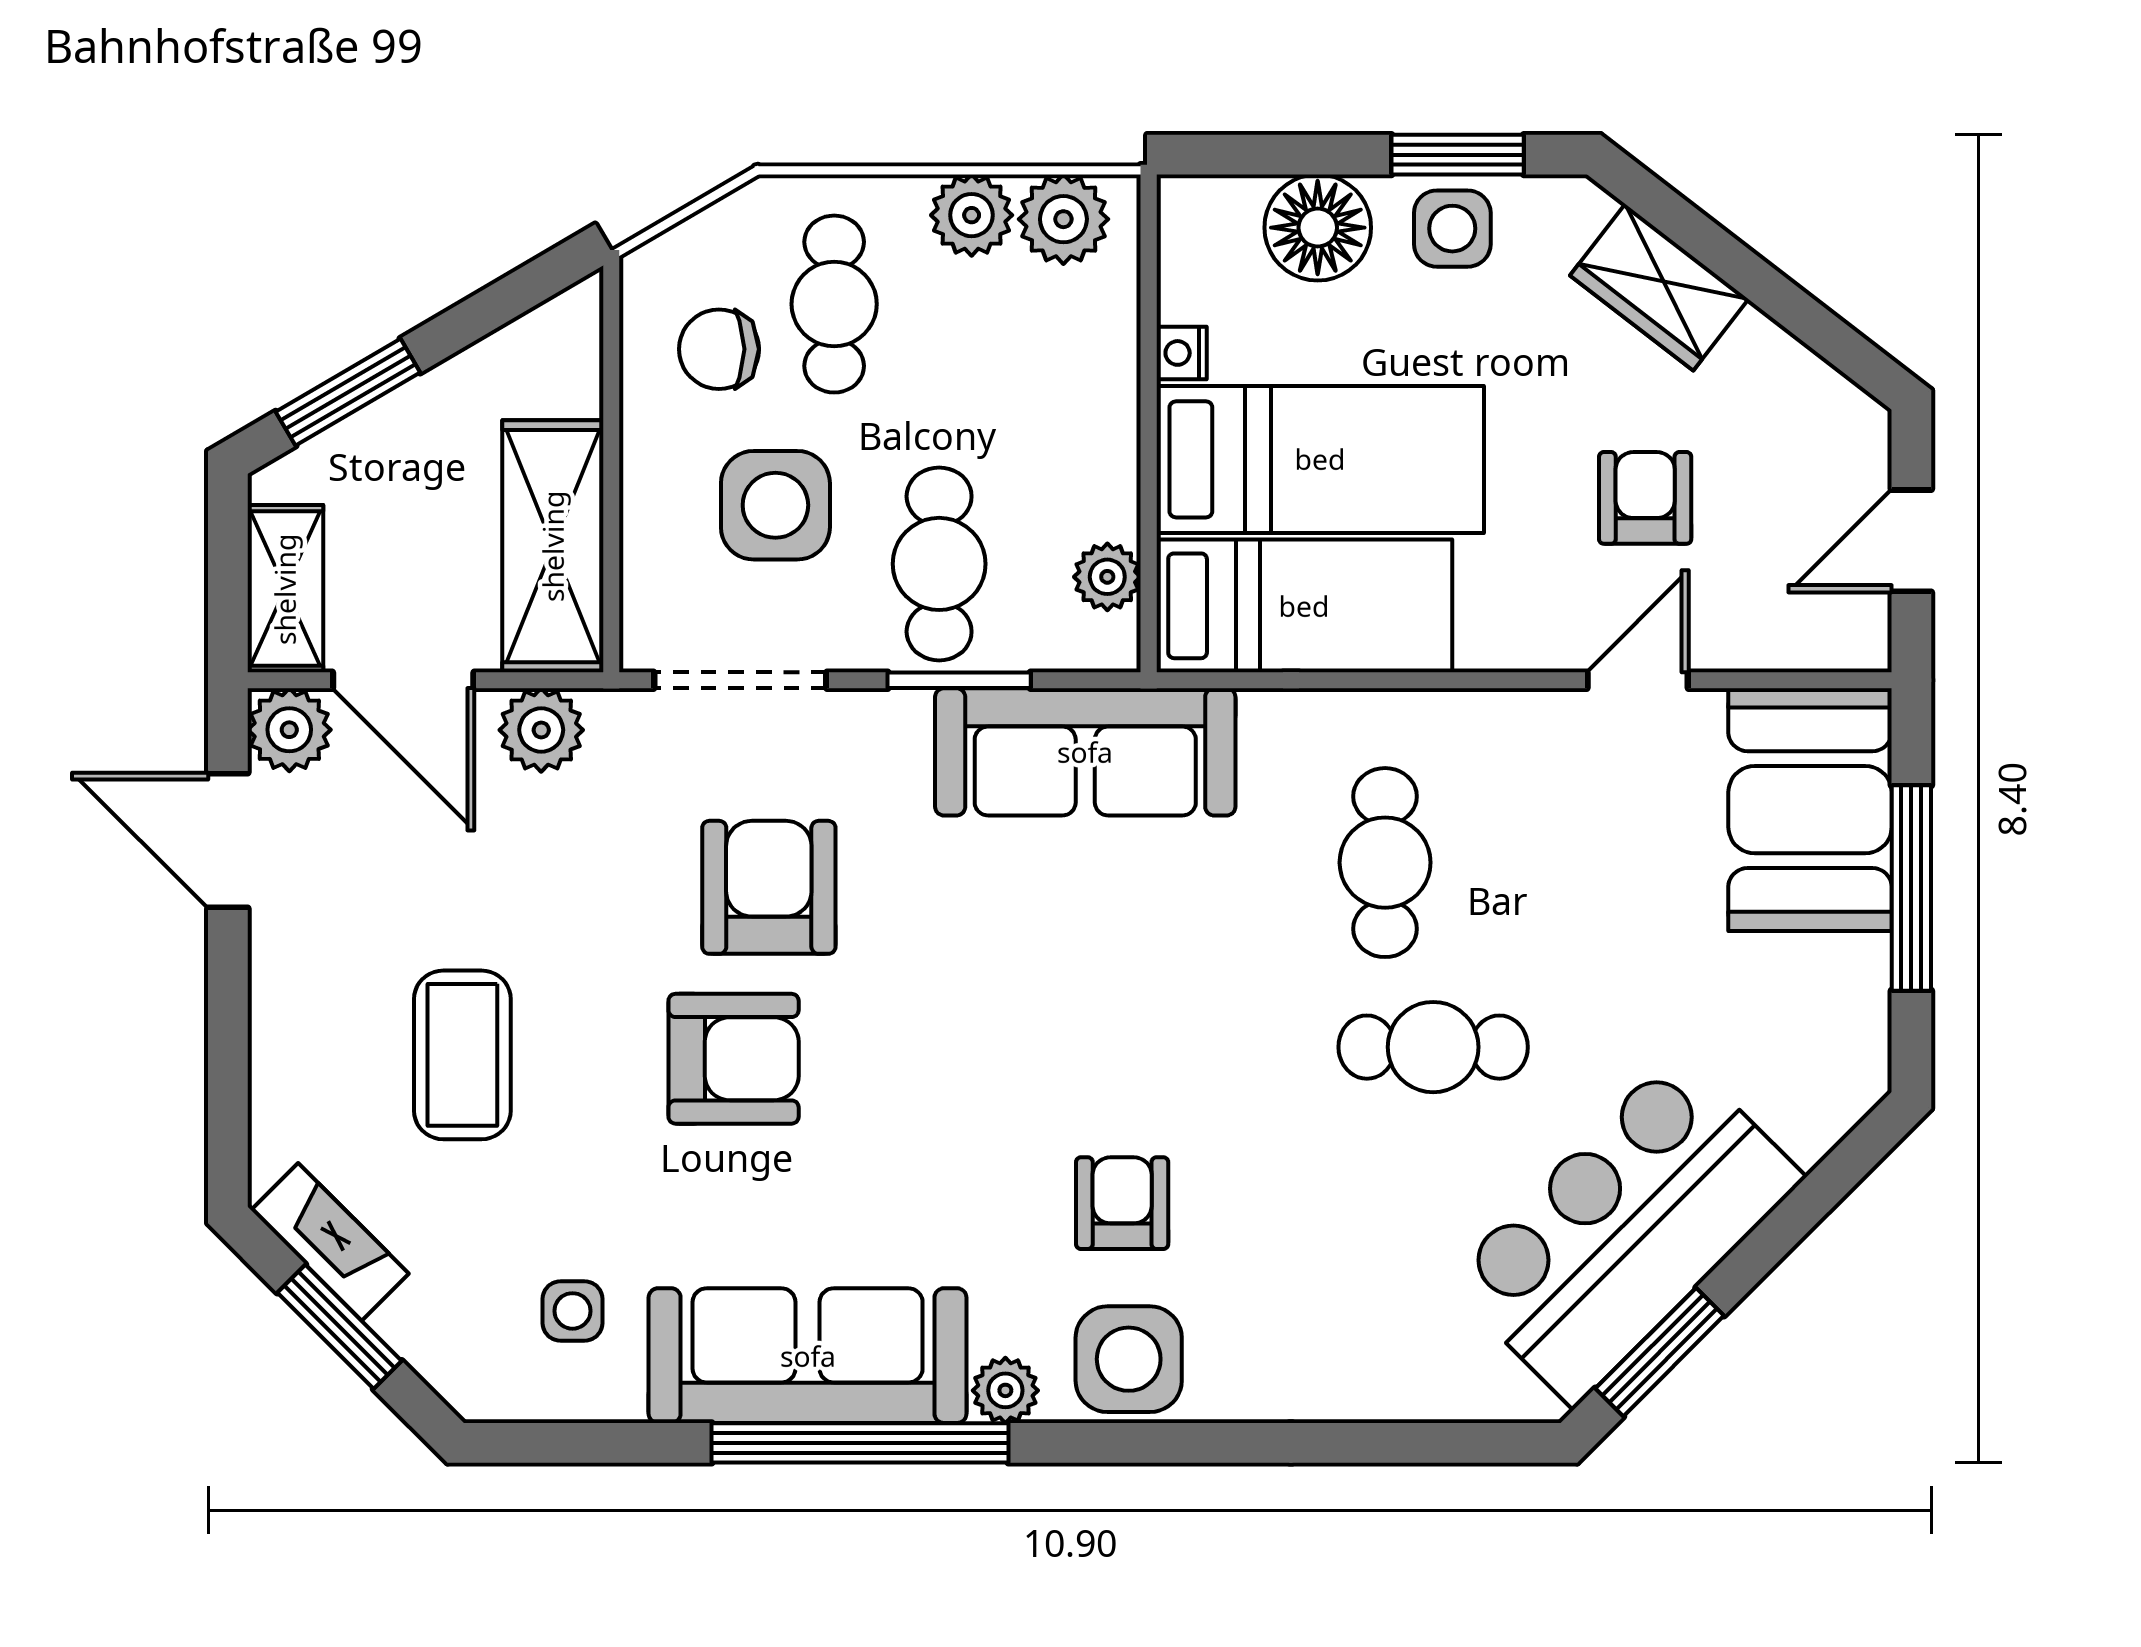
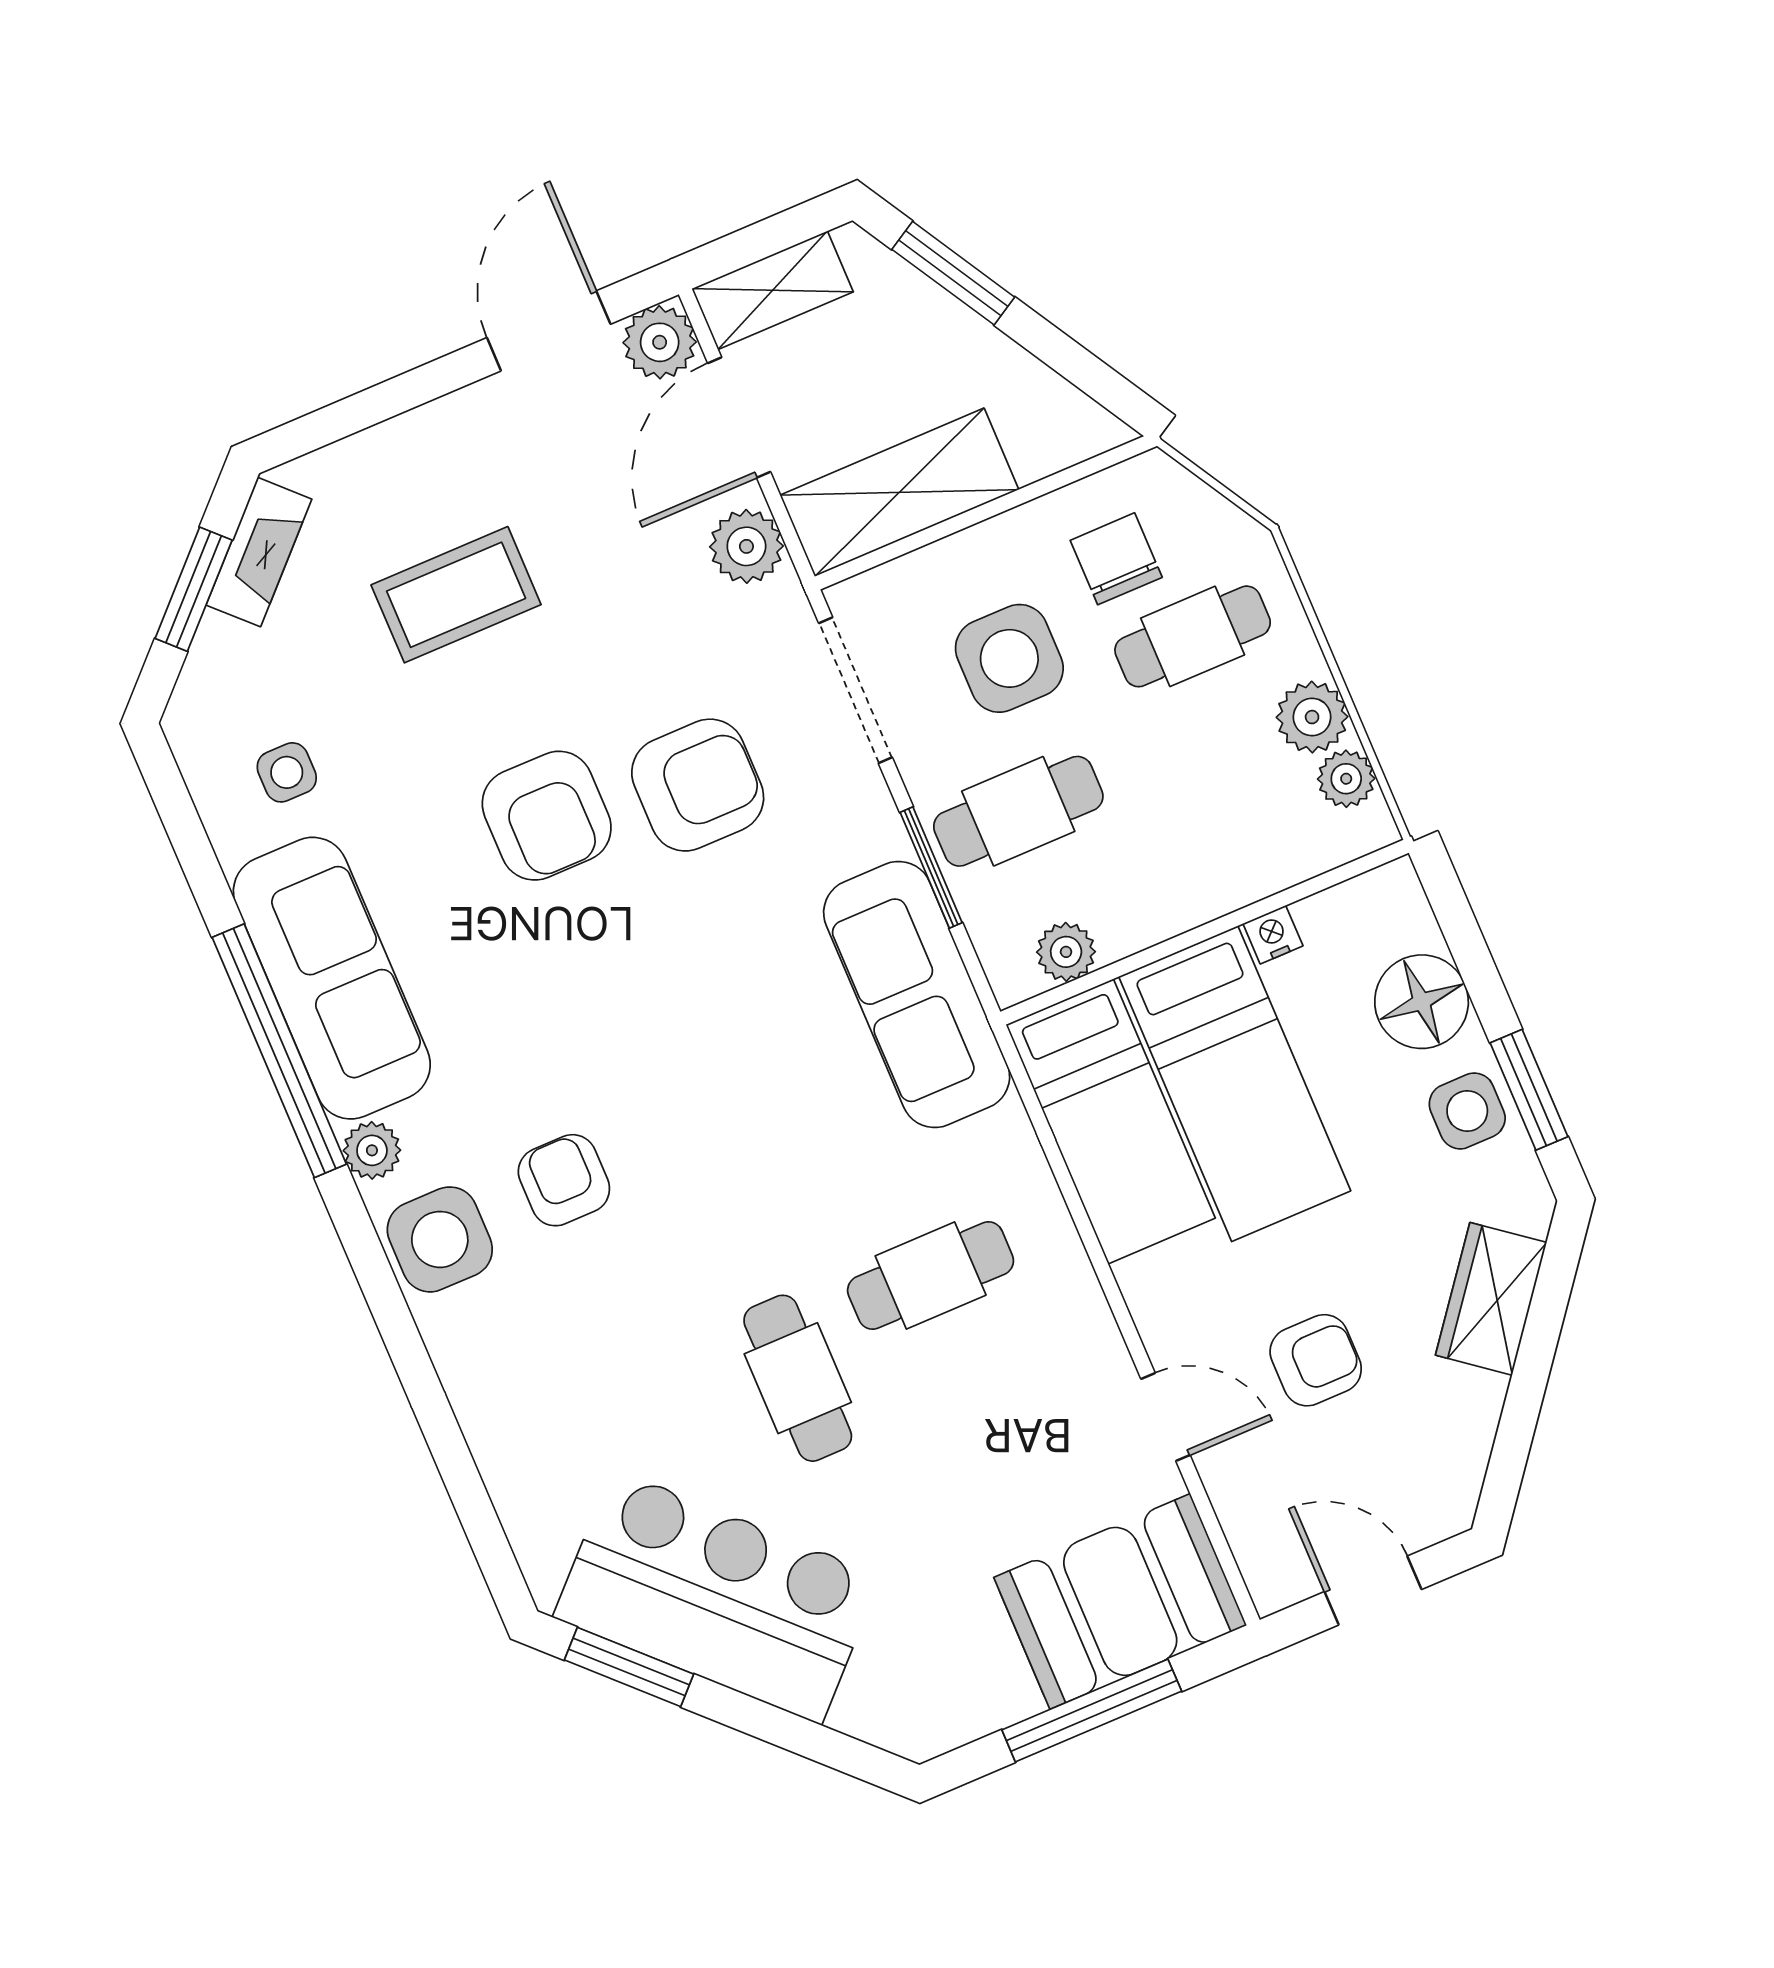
plant: (1063, 219) -> (1346, 779), width x0.73, depth x0.73
armchair: (1122, 1203) -> (564, 1180), turned -90

